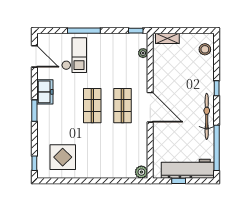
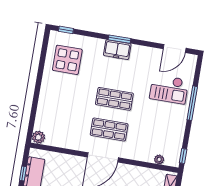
freezer: (45, 92) -> (117, 50), moved

